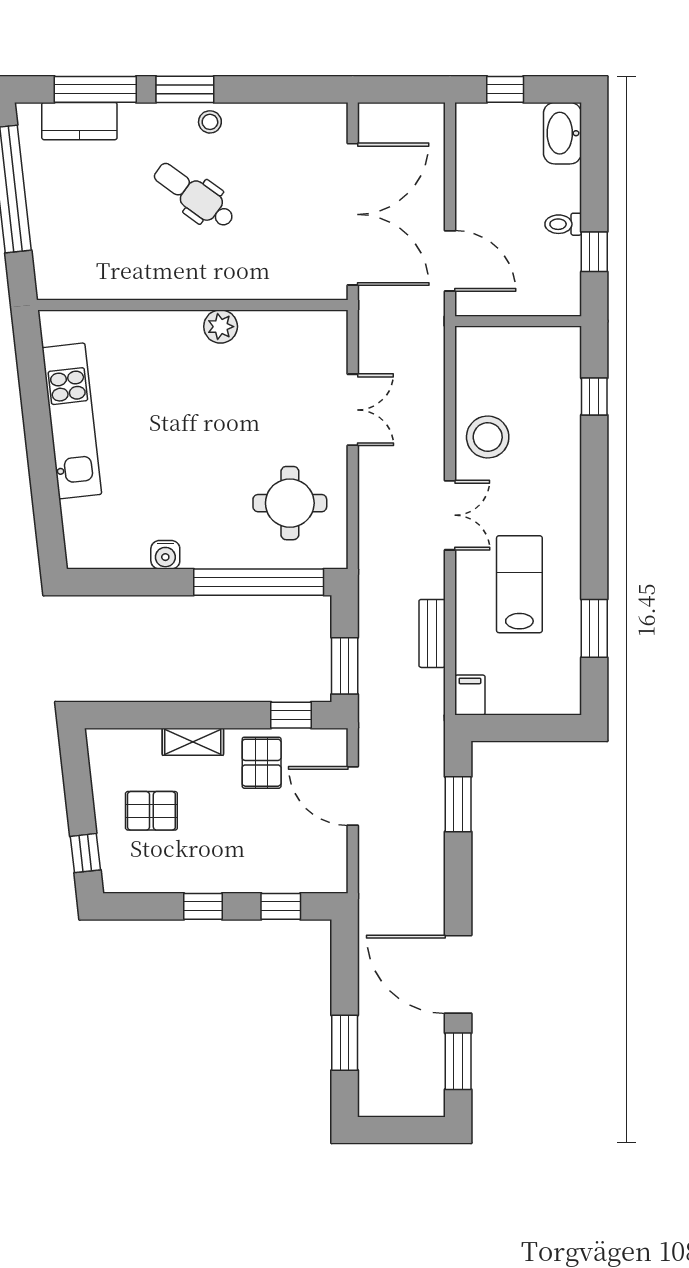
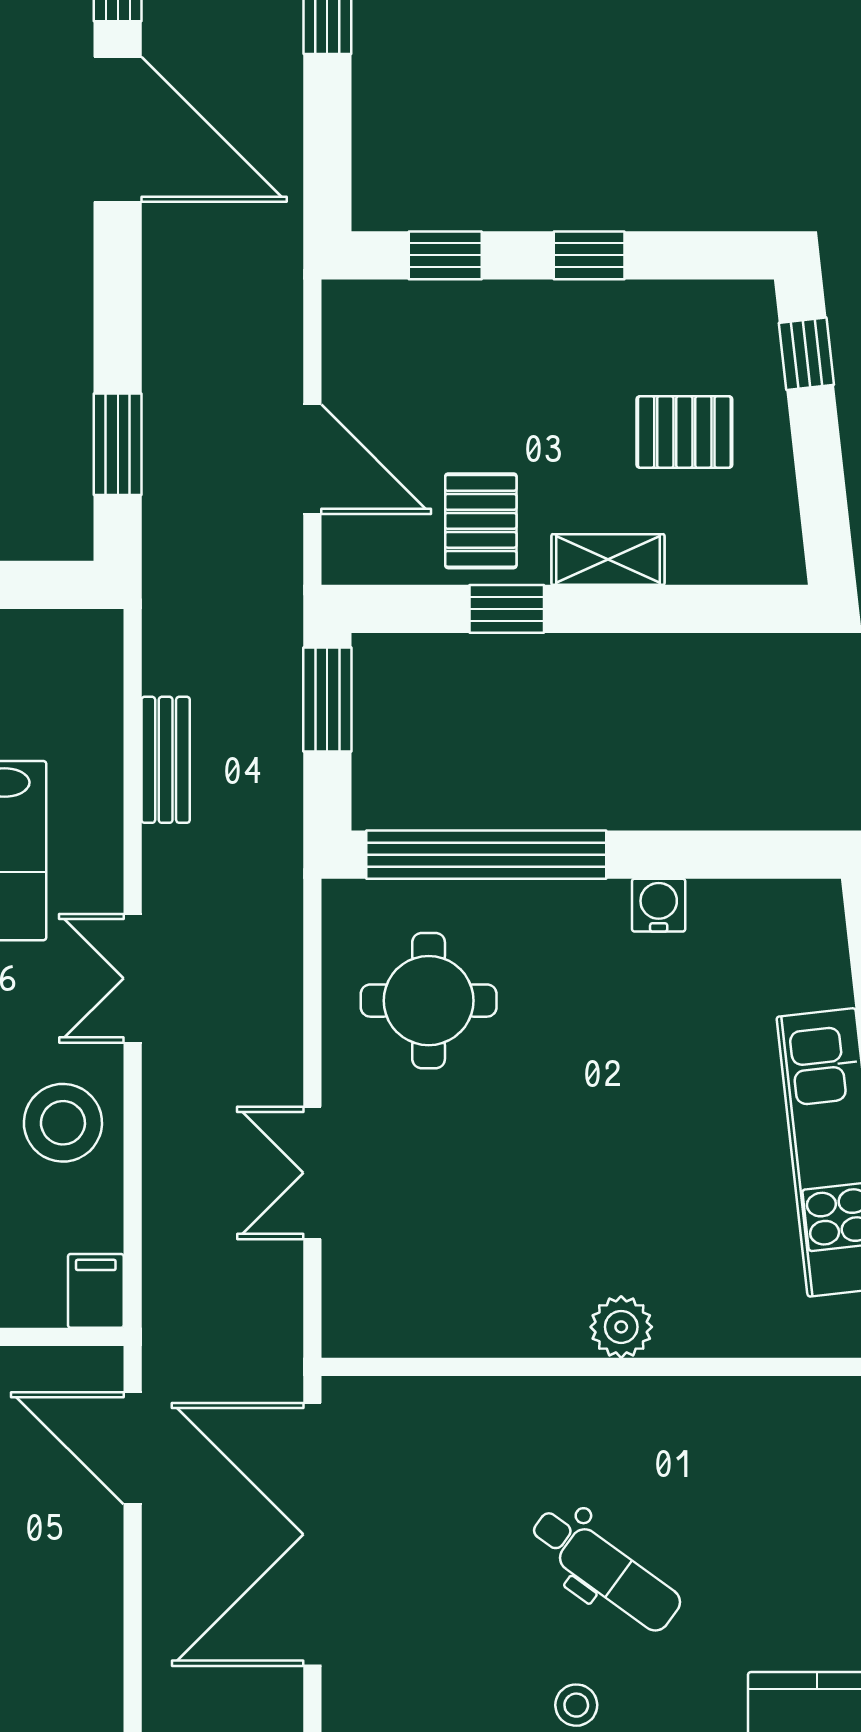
plant: (221, 327) -> (621, 1327), moved
filing cabinet: (470, 695) -> (96, 1291), moved, turned 180
window: (291, 715) -> (507, 609), moved

